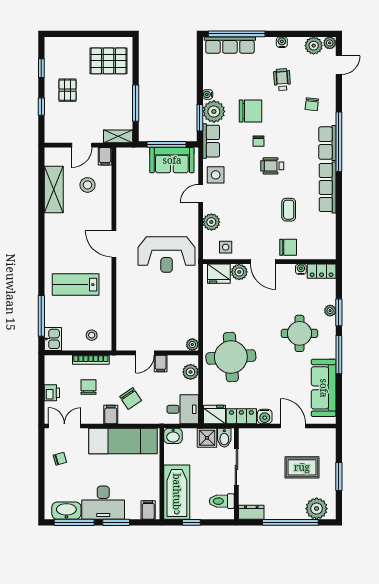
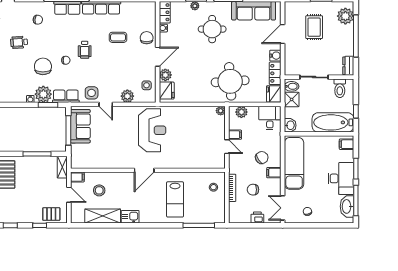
pallet: (67, 90) -> (51, 214), moved
kitchen sink: (53, 339) -> (130, 217), moved

